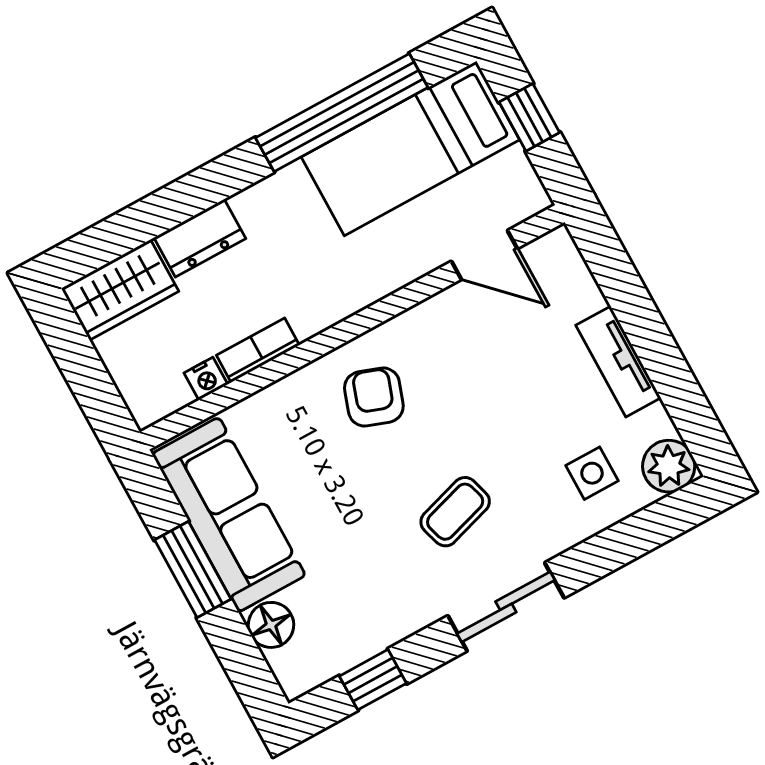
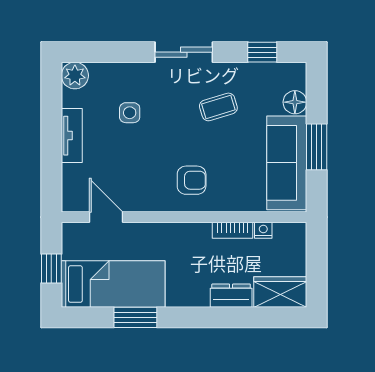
window: (342, 113) -> (135, 317), width x0.47
armchair: (374, 397) -> (192, 180), turned -109
side table: (592, 473) -> (130, 113), moved
coffee table: (455, 512) -> (218, 107), moved

